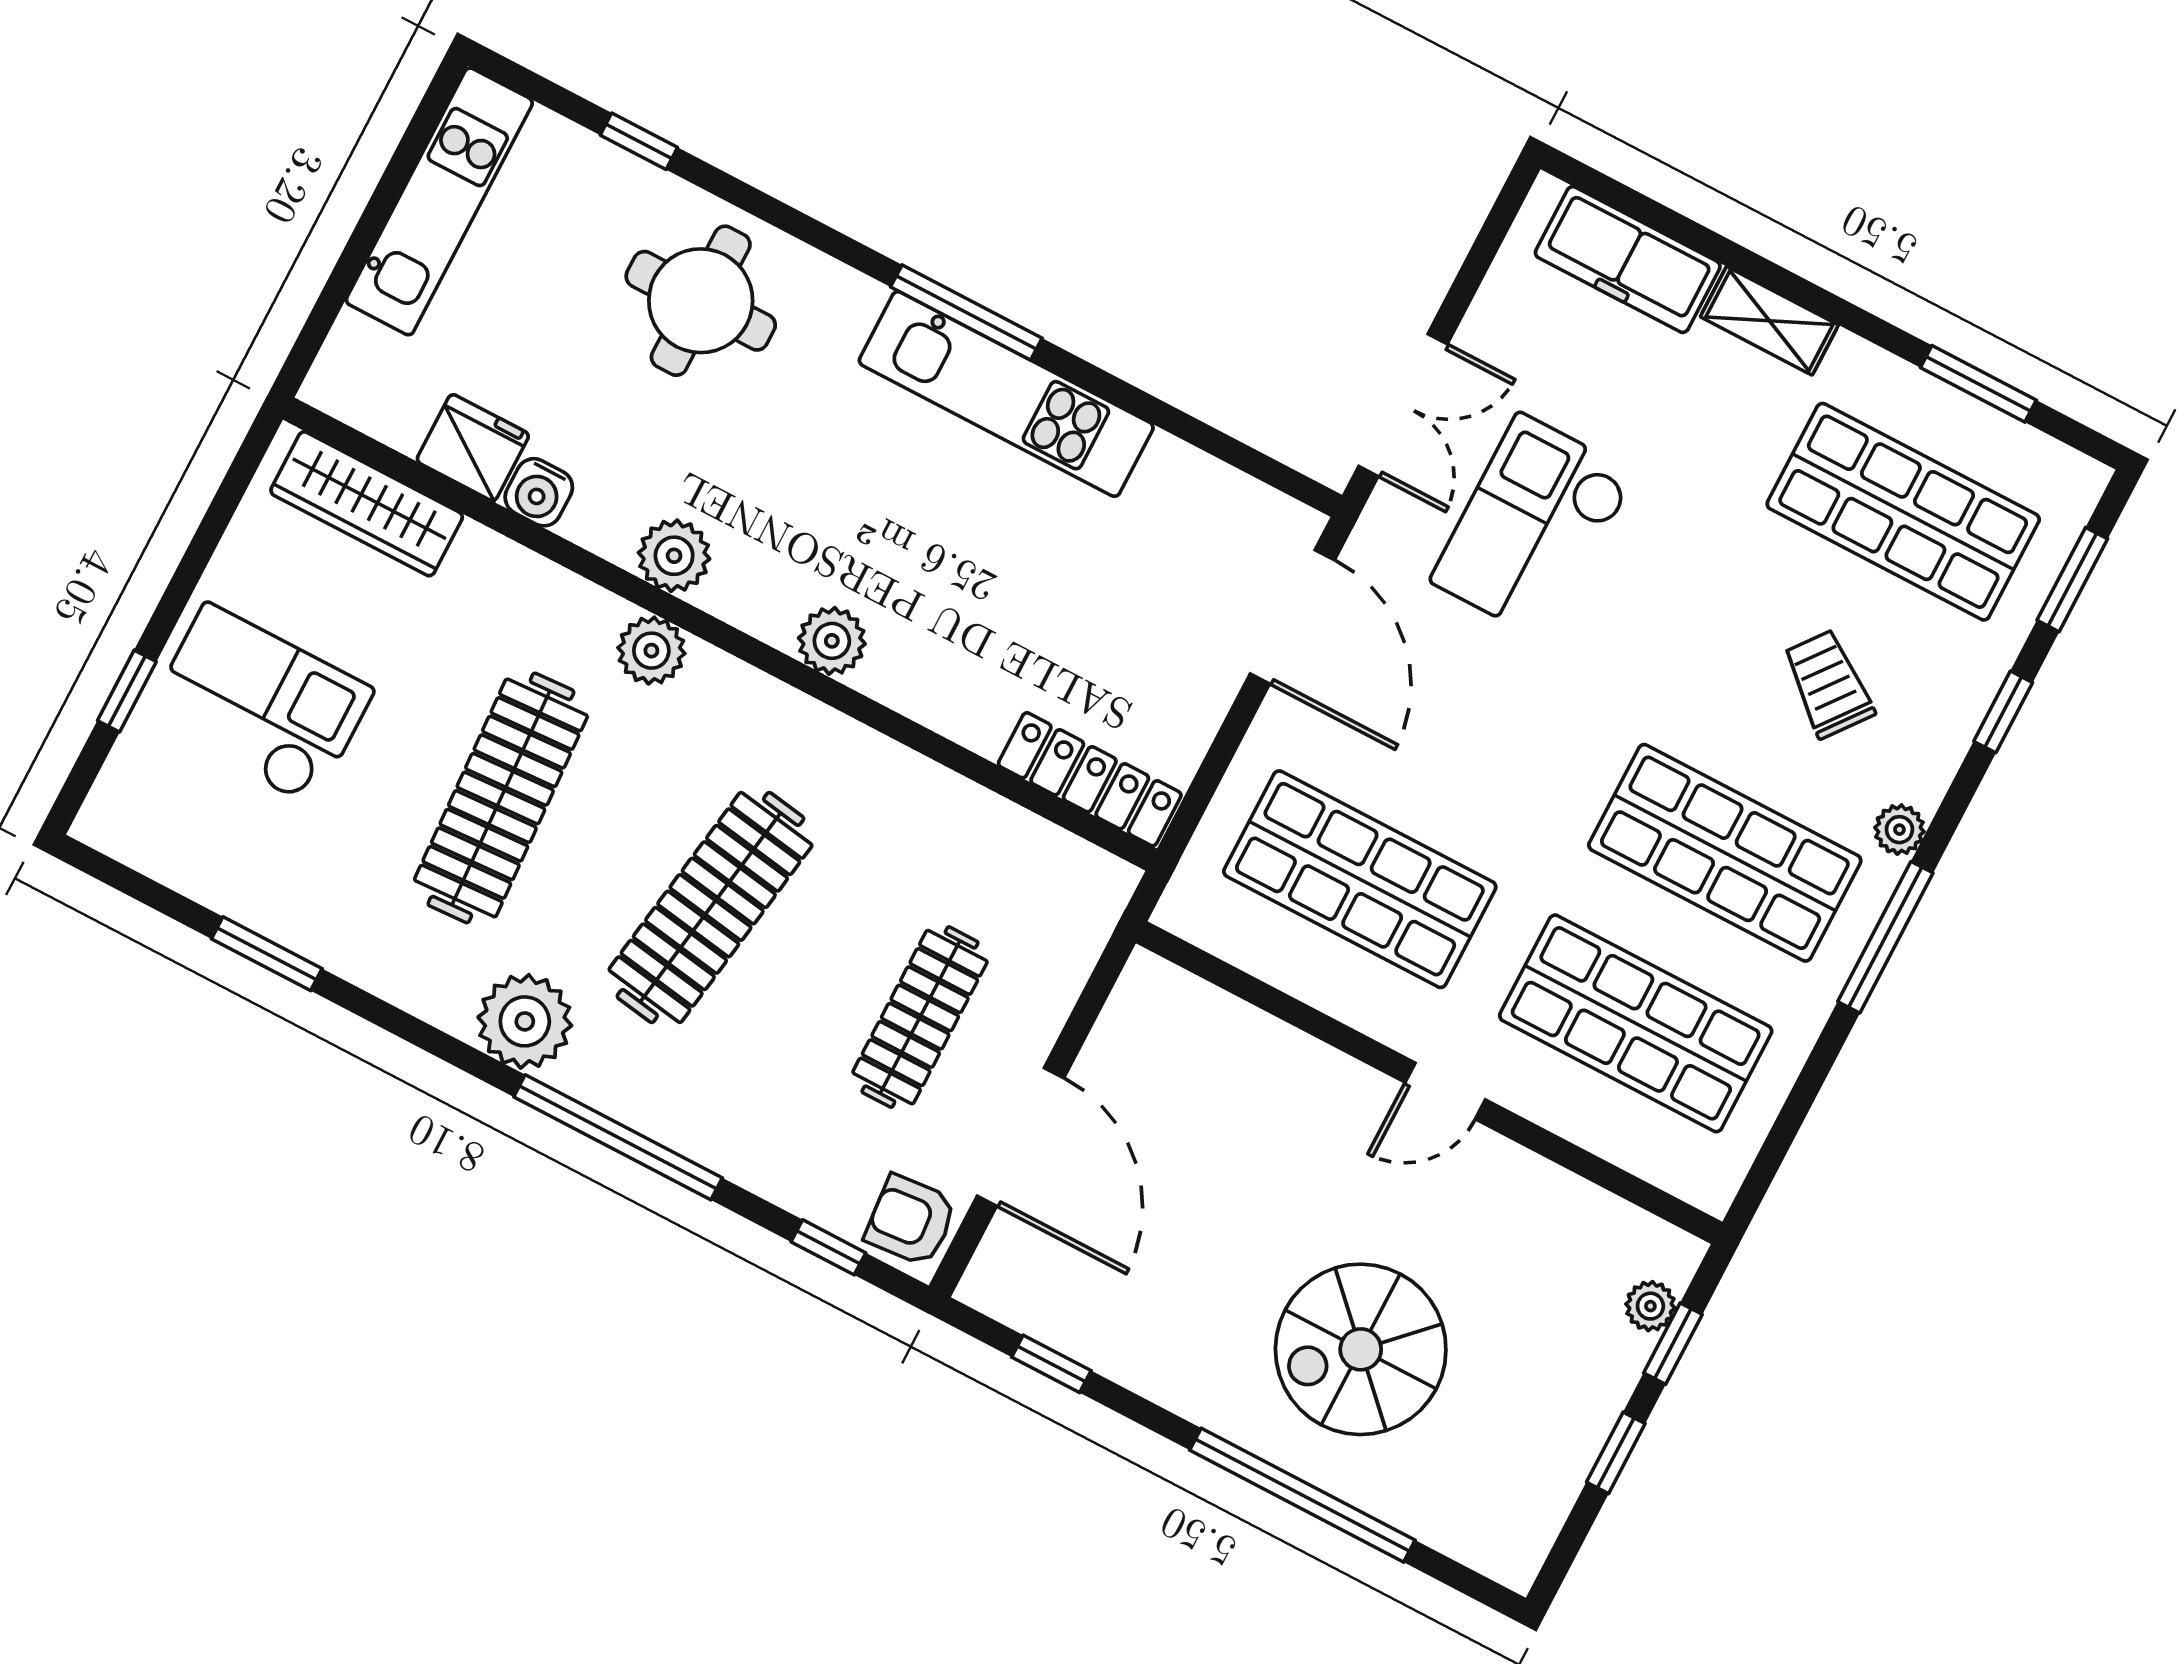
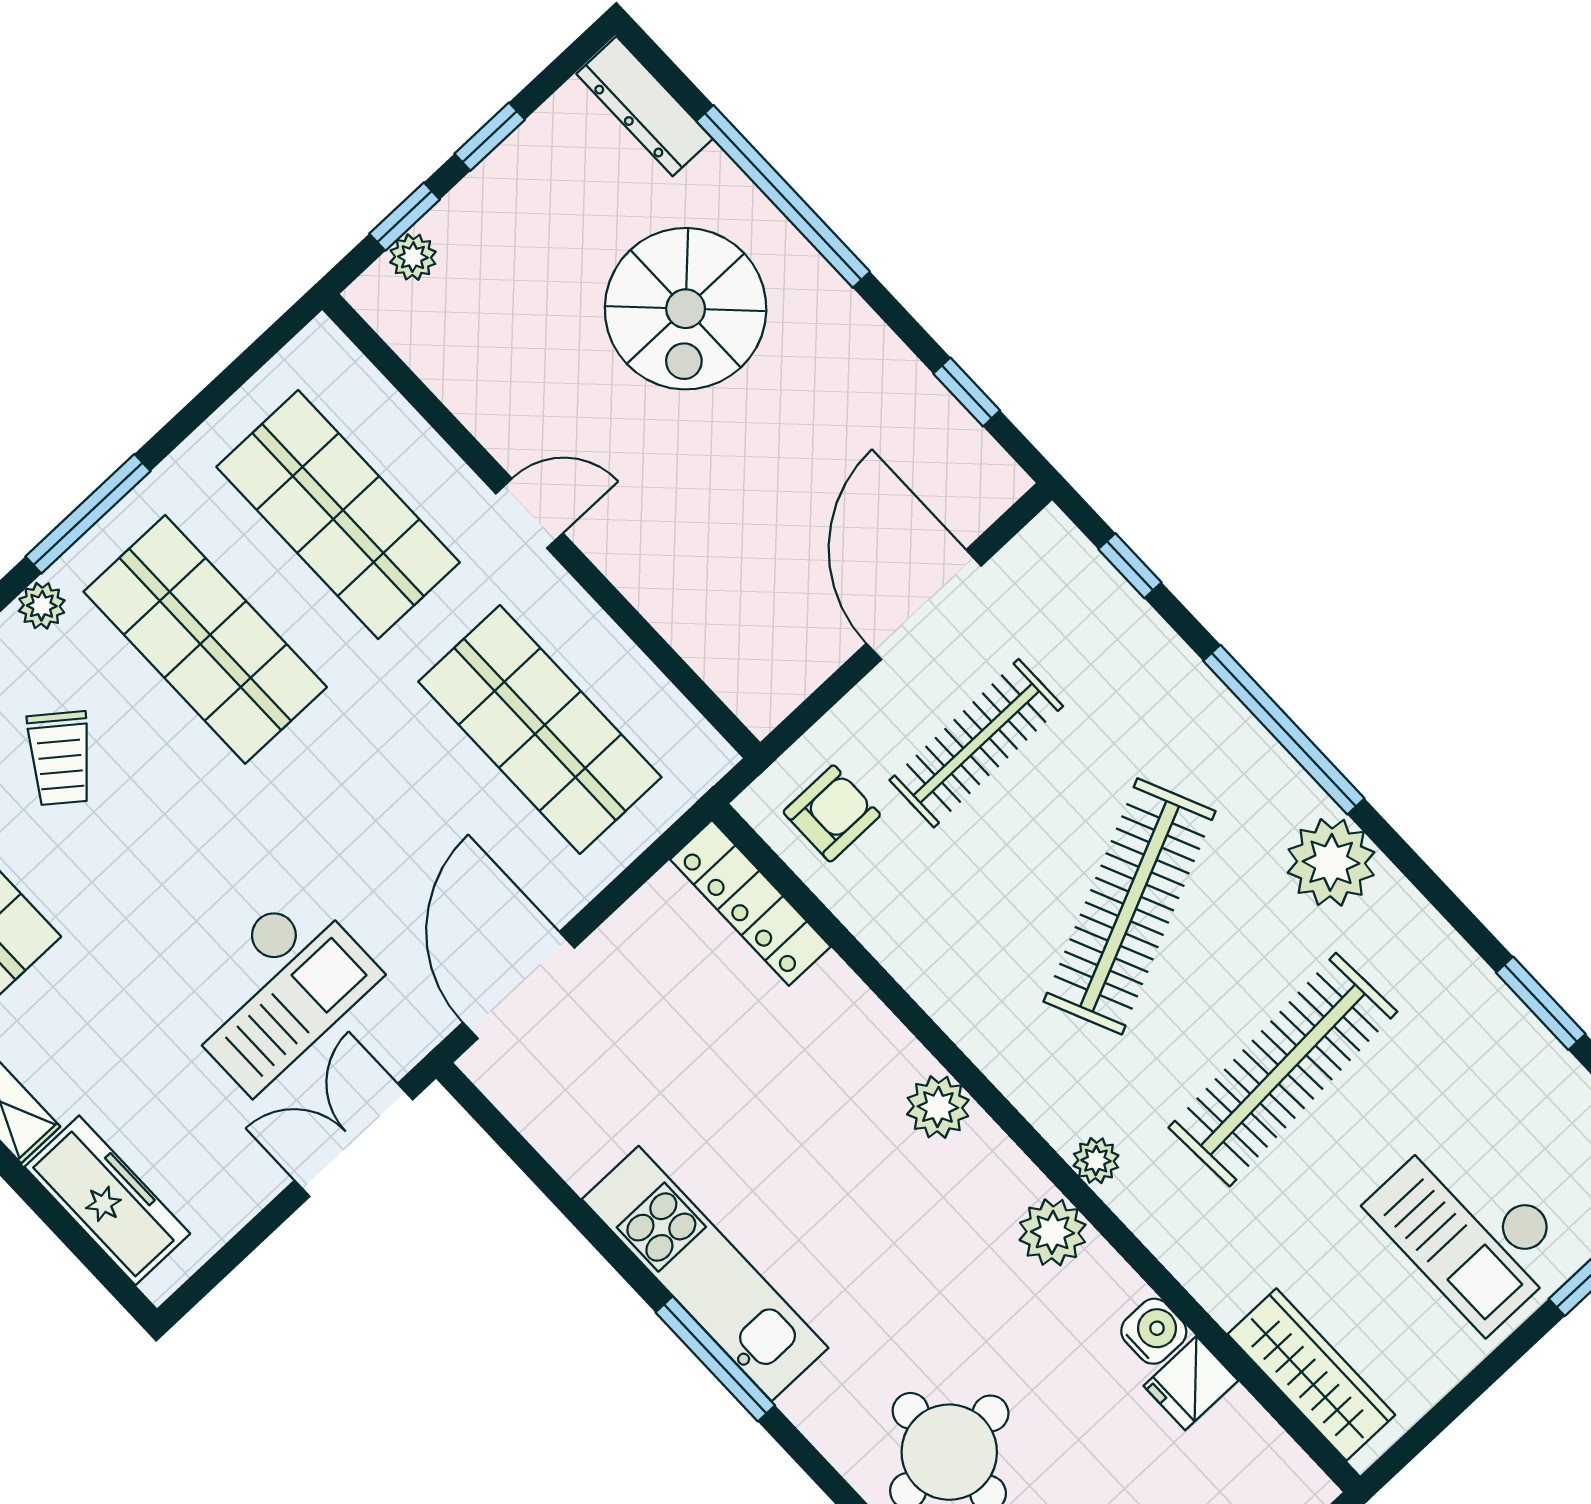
fridge: (473, 448) -> (1191, 1383), width x0.72
plant: (651, 651) -> (1096, 1161), width x0.73, depth x0.73
clothes rail: (710, 908) -> (1130, 906), turned -33
armchair: (911, 1220) -> (832, 813), moved, turned -85
spiral stairs: (1361, 1349) -> (686, 309), turned 90
dresser: (1472, 1537) -> (645, 106), added

